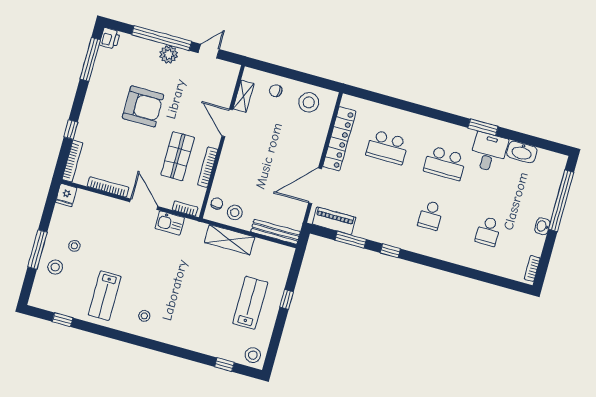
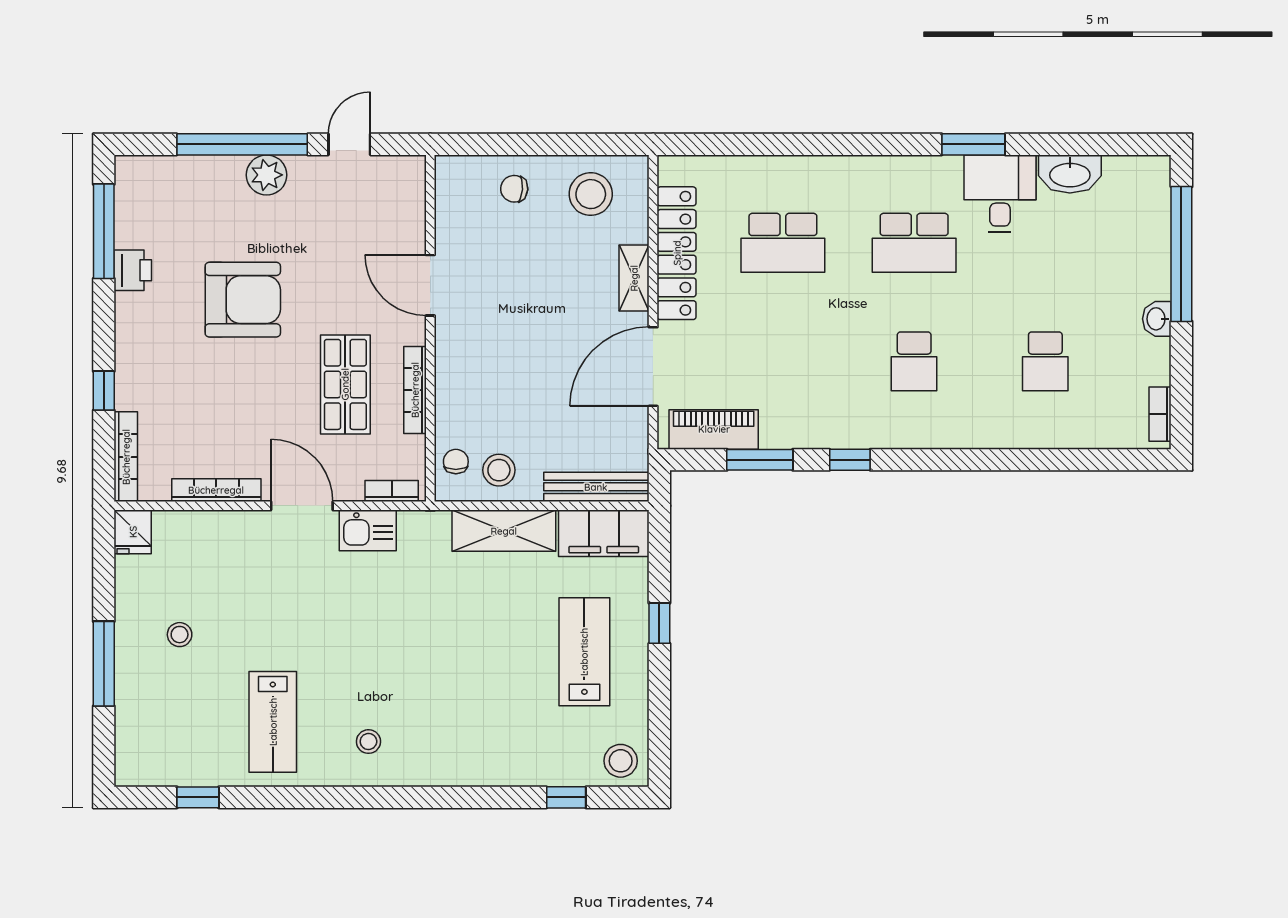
printer: (110, 38) -> (133, 270), moved
shelving: (244, 96) -> (634, 278), moved
filing cabinet: (273, 253) -> (604, 533), added
stool: (55, 267) -> (152, 691), removed

